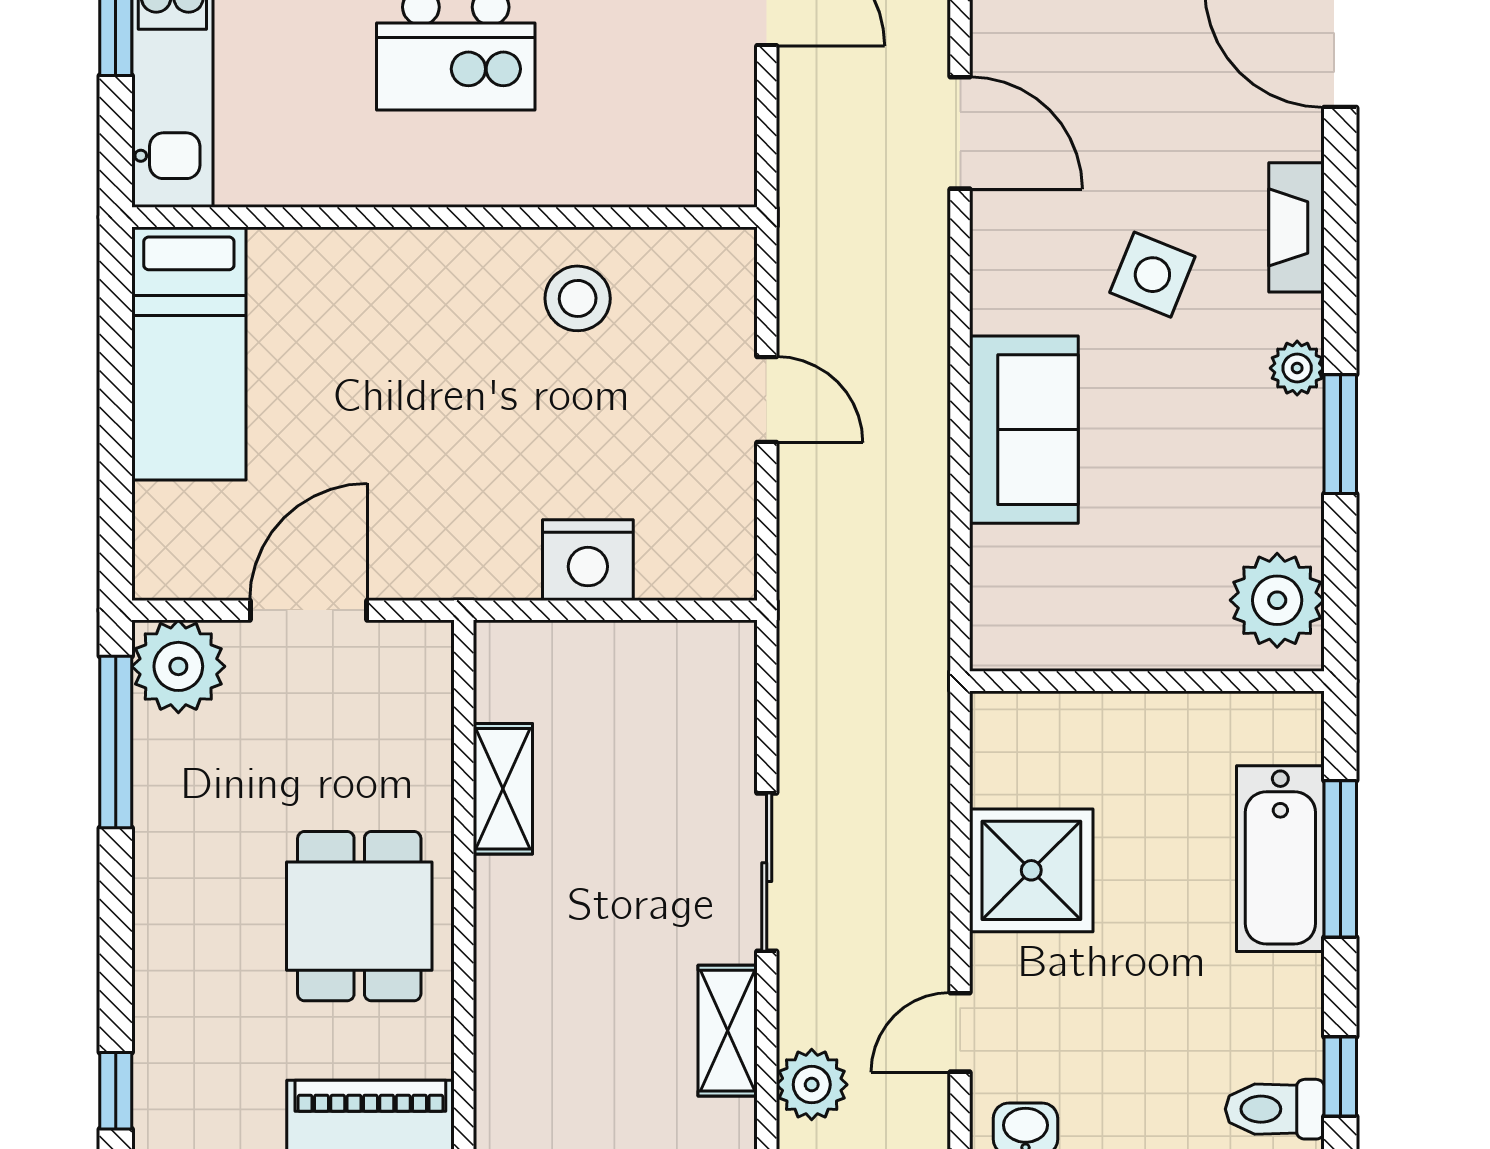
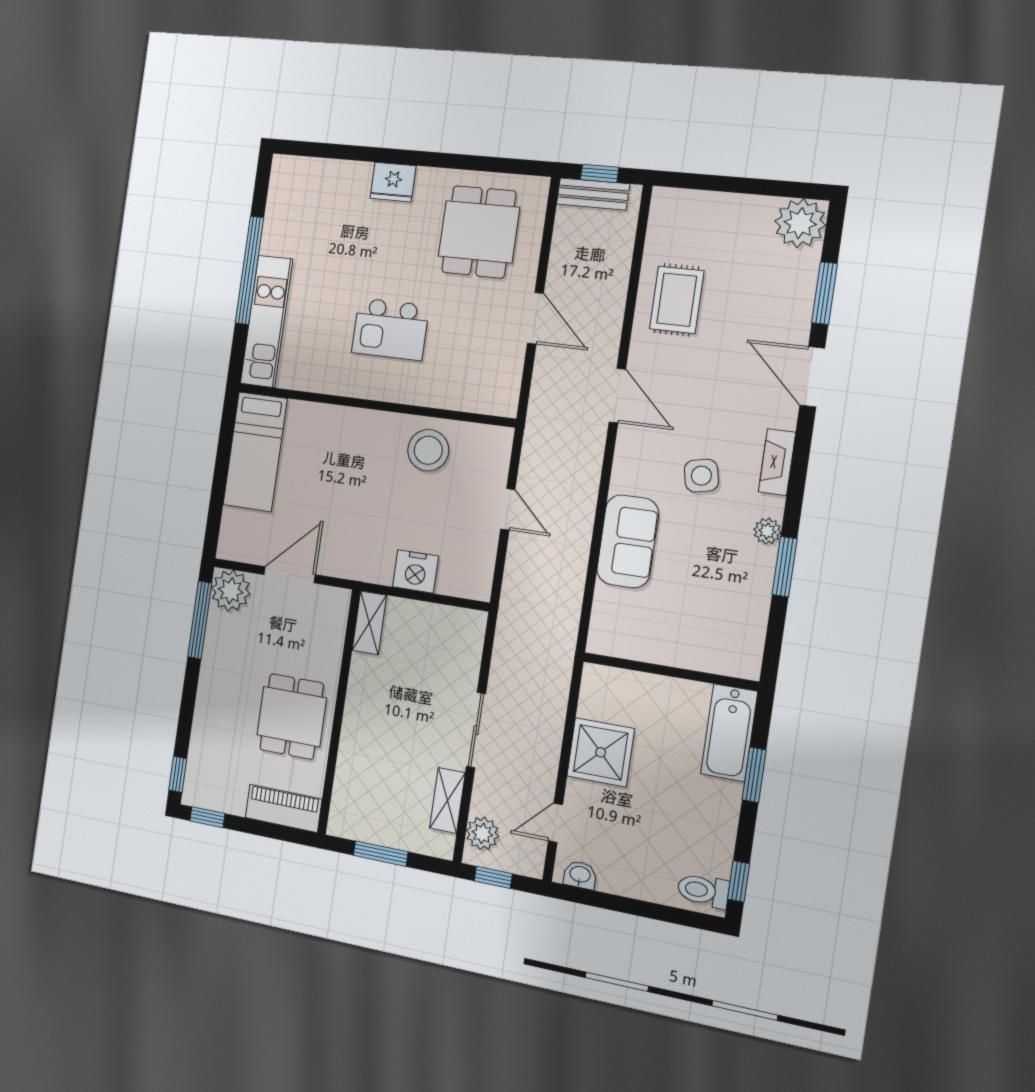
side table: (1152, 275) -> (701, 476), turned -34
stool: (578, 298) -> (428, 450), width x1.38, depth x1.38
plant: (1277, 600) -> (741, 643), removed
shelving: (503, 789) -> (369, 623), moved
bathtub: (1280, 859) -> (729, 733), moved
window: (1340, 859) -> (754, 775), width x0.69

